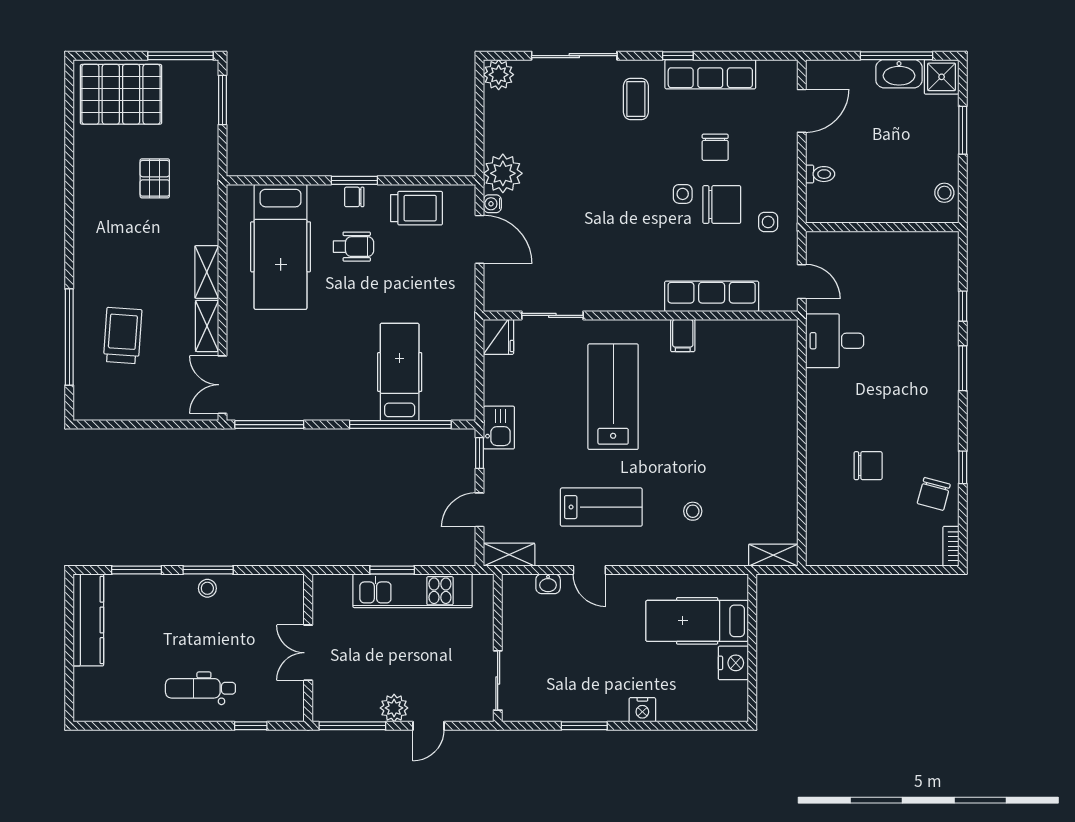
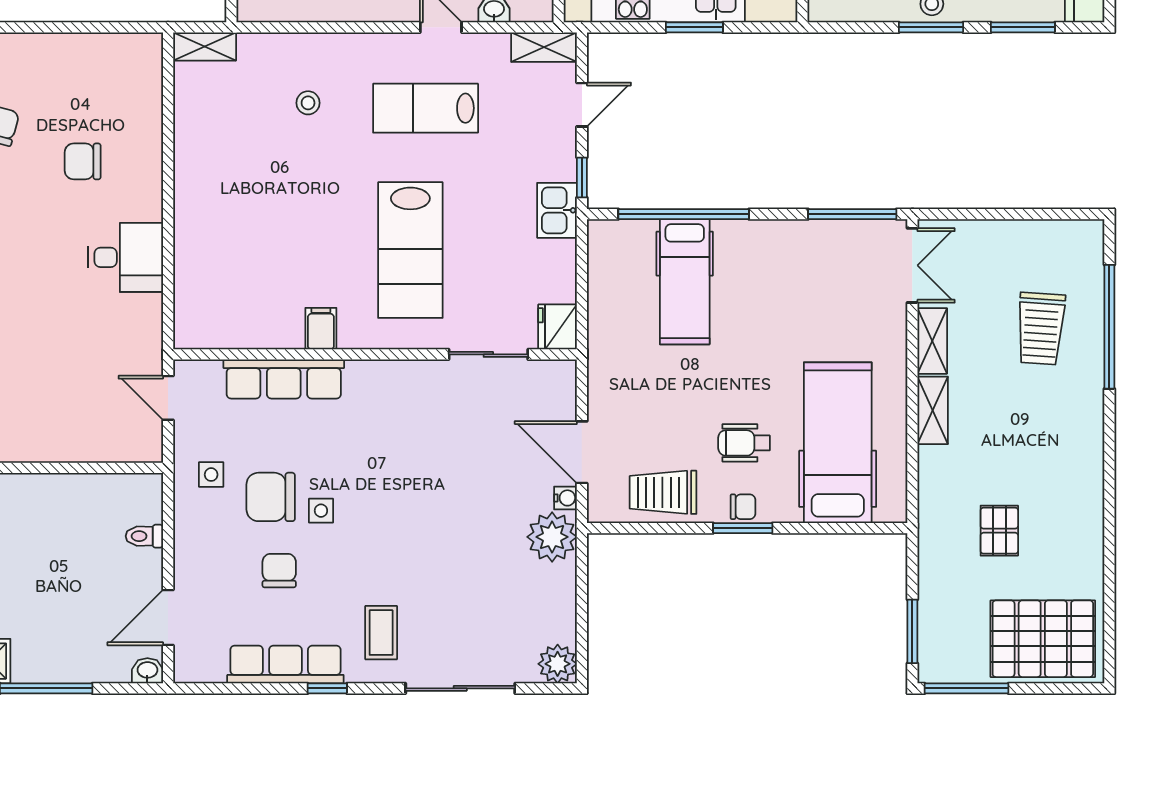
washbasin: (899, 74) -> (147, 671), moved, width x0.52, depth x0.69
desk: (835, 341) -> (126, 257), moved

